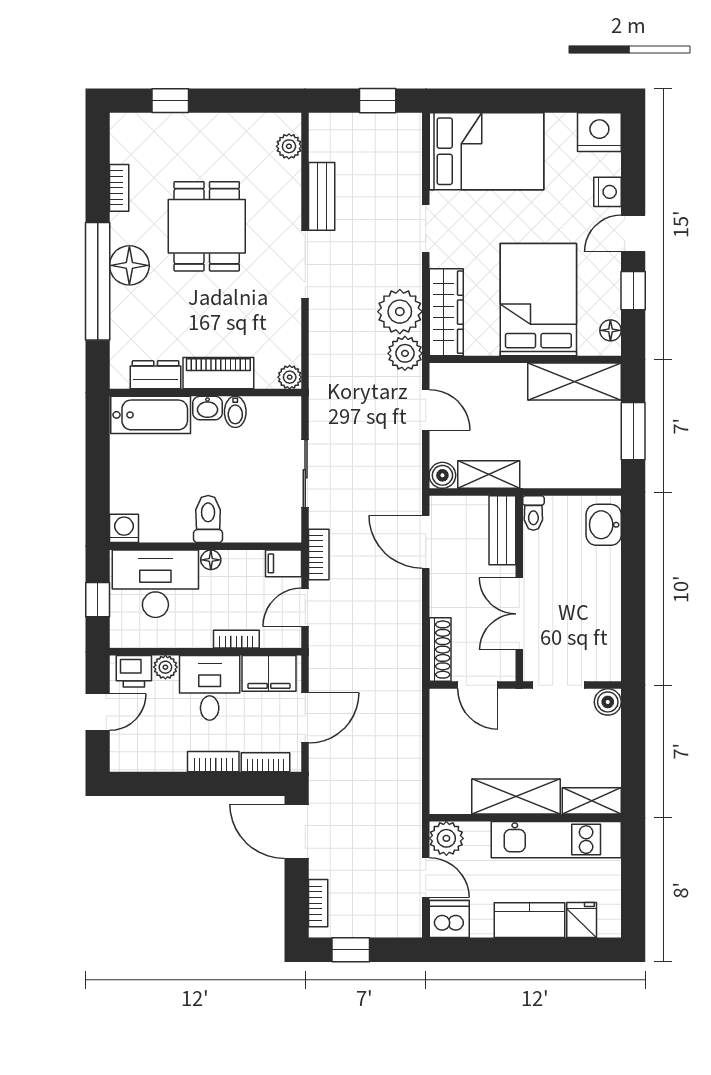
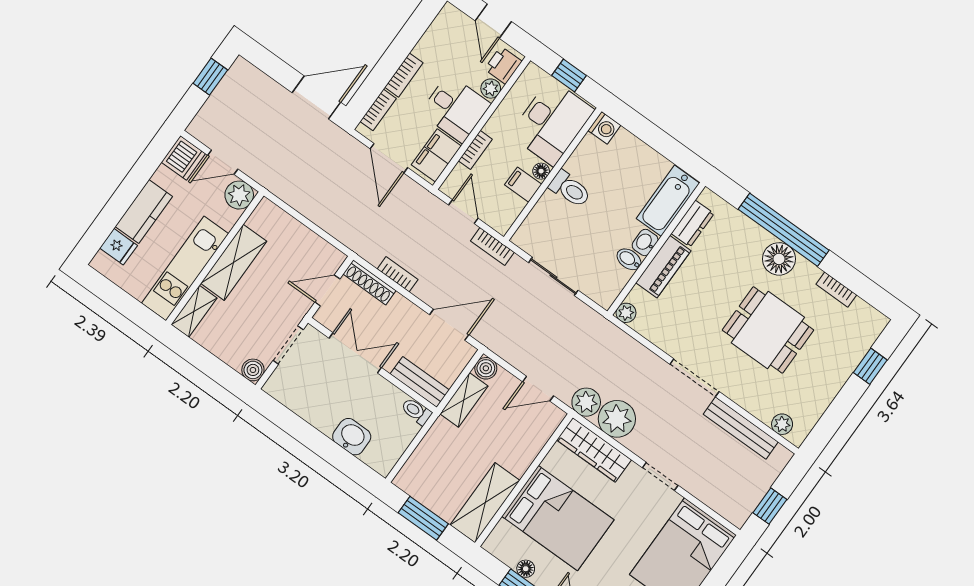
bench: (322, 196) -> (741, 428), width x1.36
floor lamp: (610, 330) -> (526, 569), moved
washbasin: (604, 525) -> (352, 437), moved
filing cabinet: (283, 563) -> (523, 185), moved, turned -90
bookcase: (318, 903) -> (398, 274), moved, turned 180

